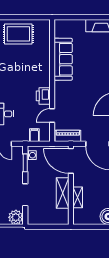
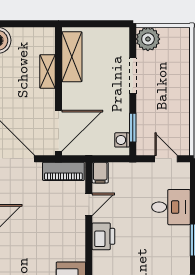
filing cabinet: (34, 135) -> (100, 173), moved
door: (71, 161) -> (59, 131), hinge flipped
shelving: (63, 193) -> (72, 57), moved

